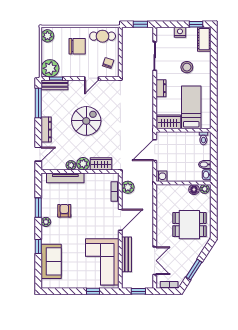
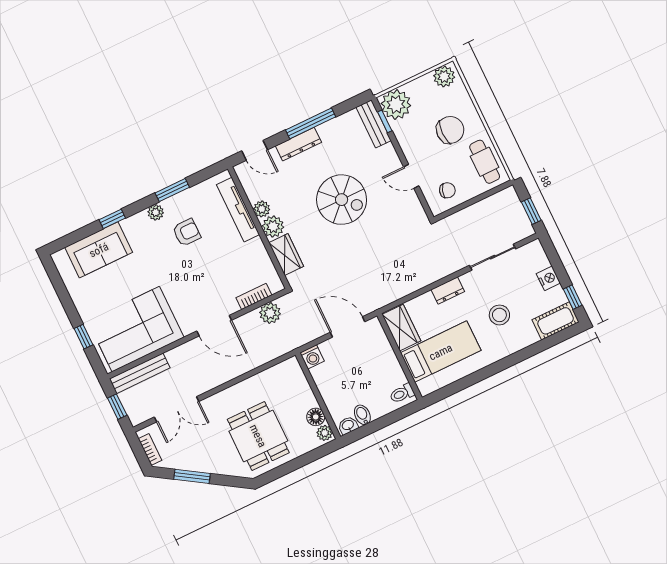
chair: (77, 46) -> (450, 130), turned -90
window: (38, 103) -> (311, 123), moved
bench: (127, 254) -> (140, 373), moved

